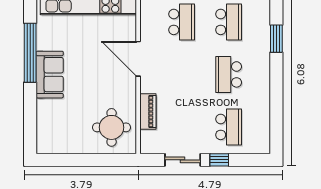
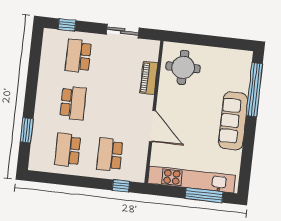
window: (30, 53) -> (254, 90), moved
sofa: (50, 75) -> (233, 121), width x1.36
window: (219, 160) -> (67, 25), moved

